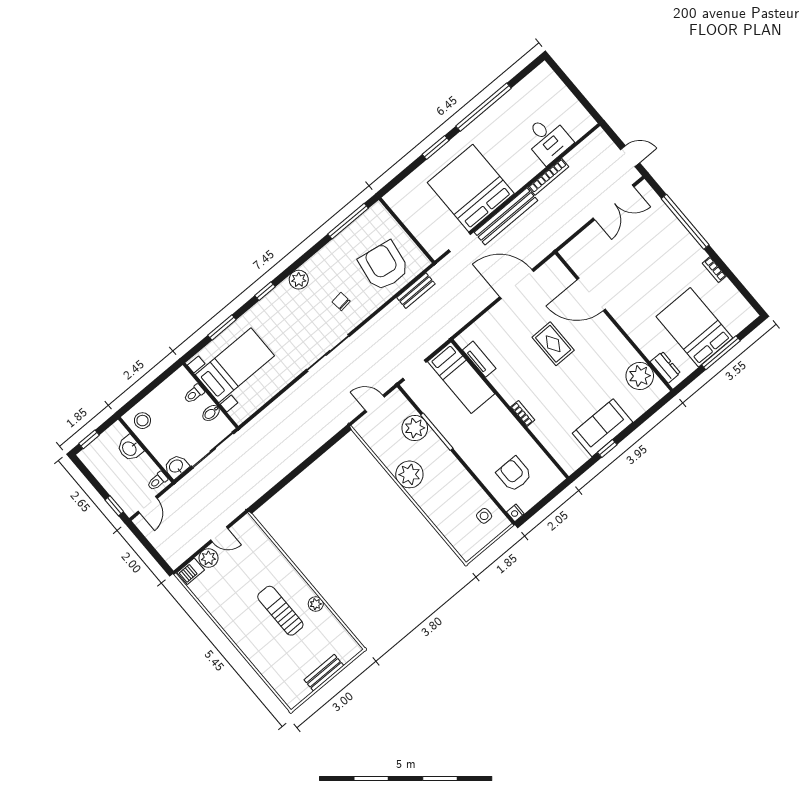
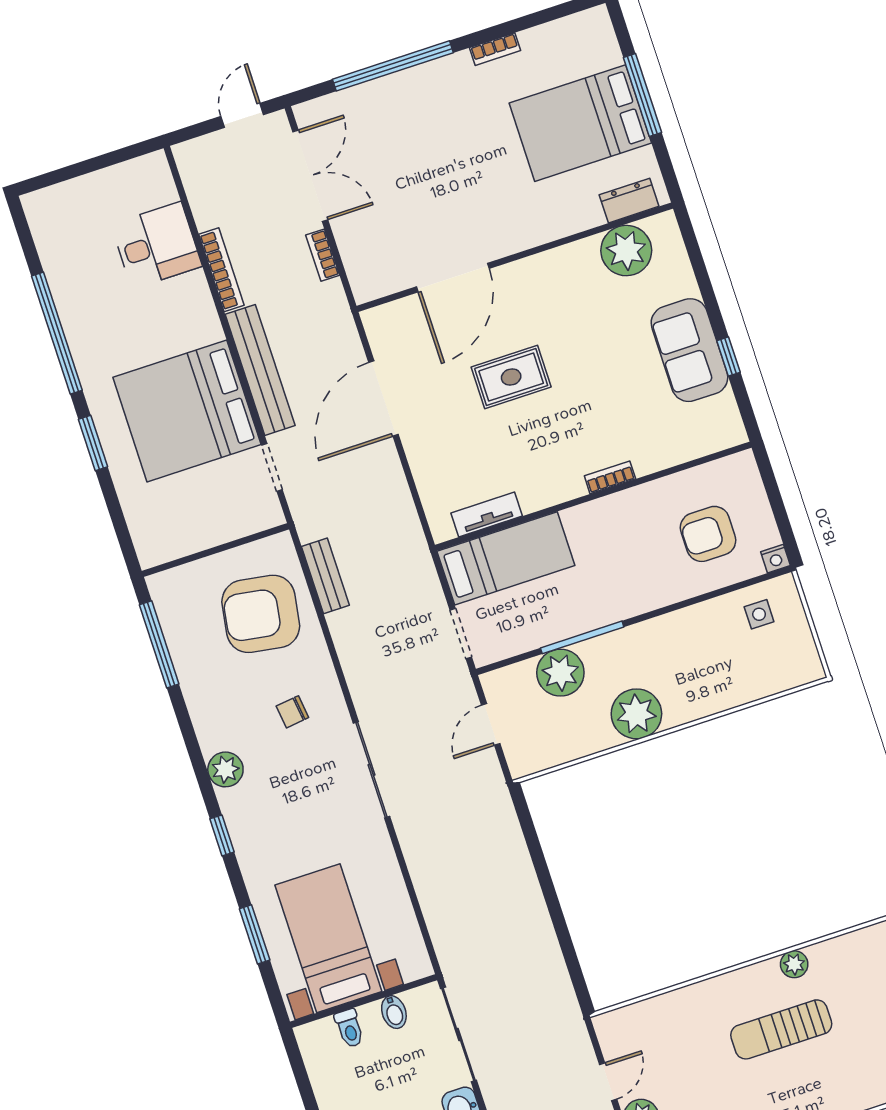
bookcase: (576, 225) -> (323, 255), added

